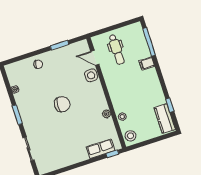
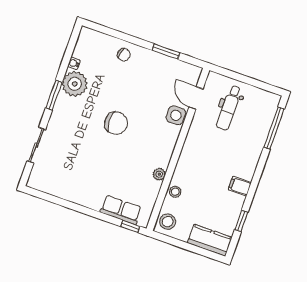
filing cabinet: (147, 63) -> (240, 186), moved
plant: (24, 100) -> (75, 84), added
kitchen counter: (165, 119) -> (210, 240), moved, turned 90

